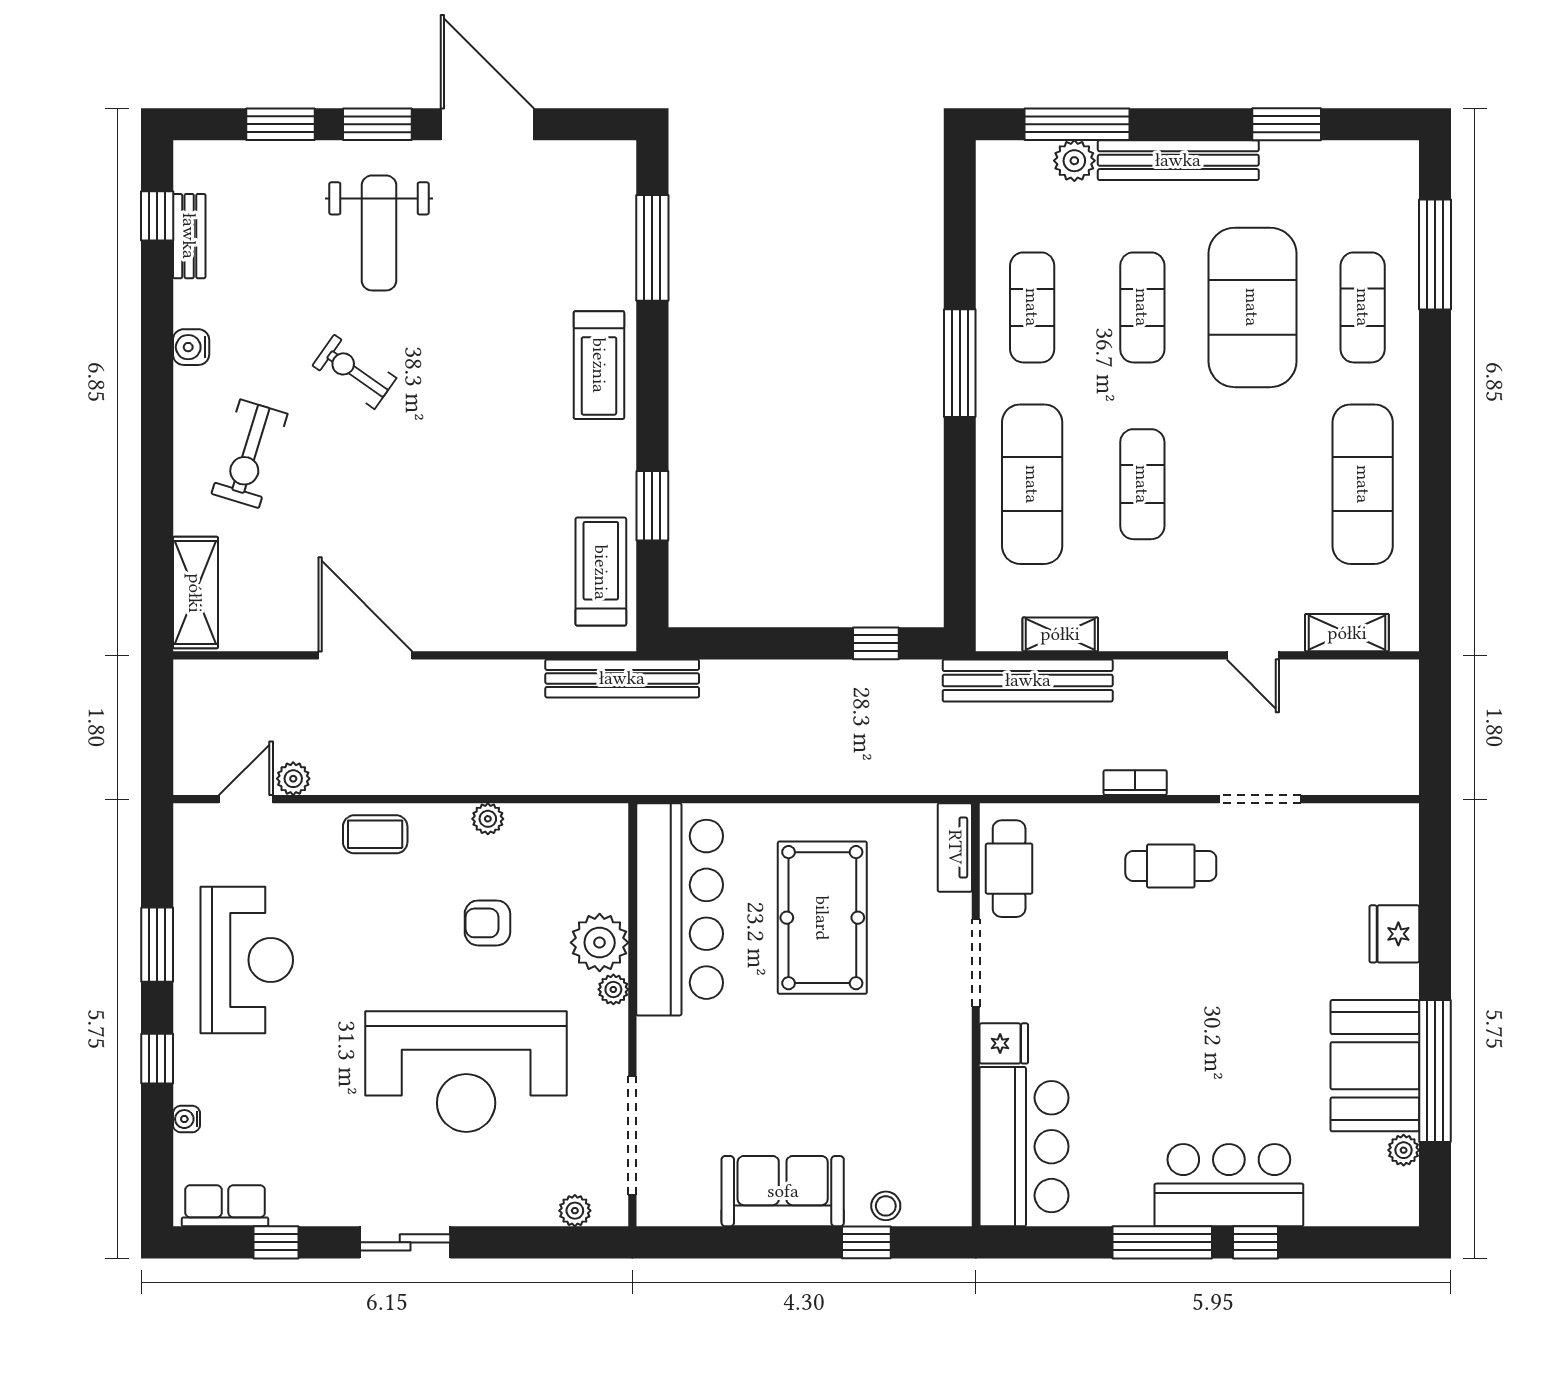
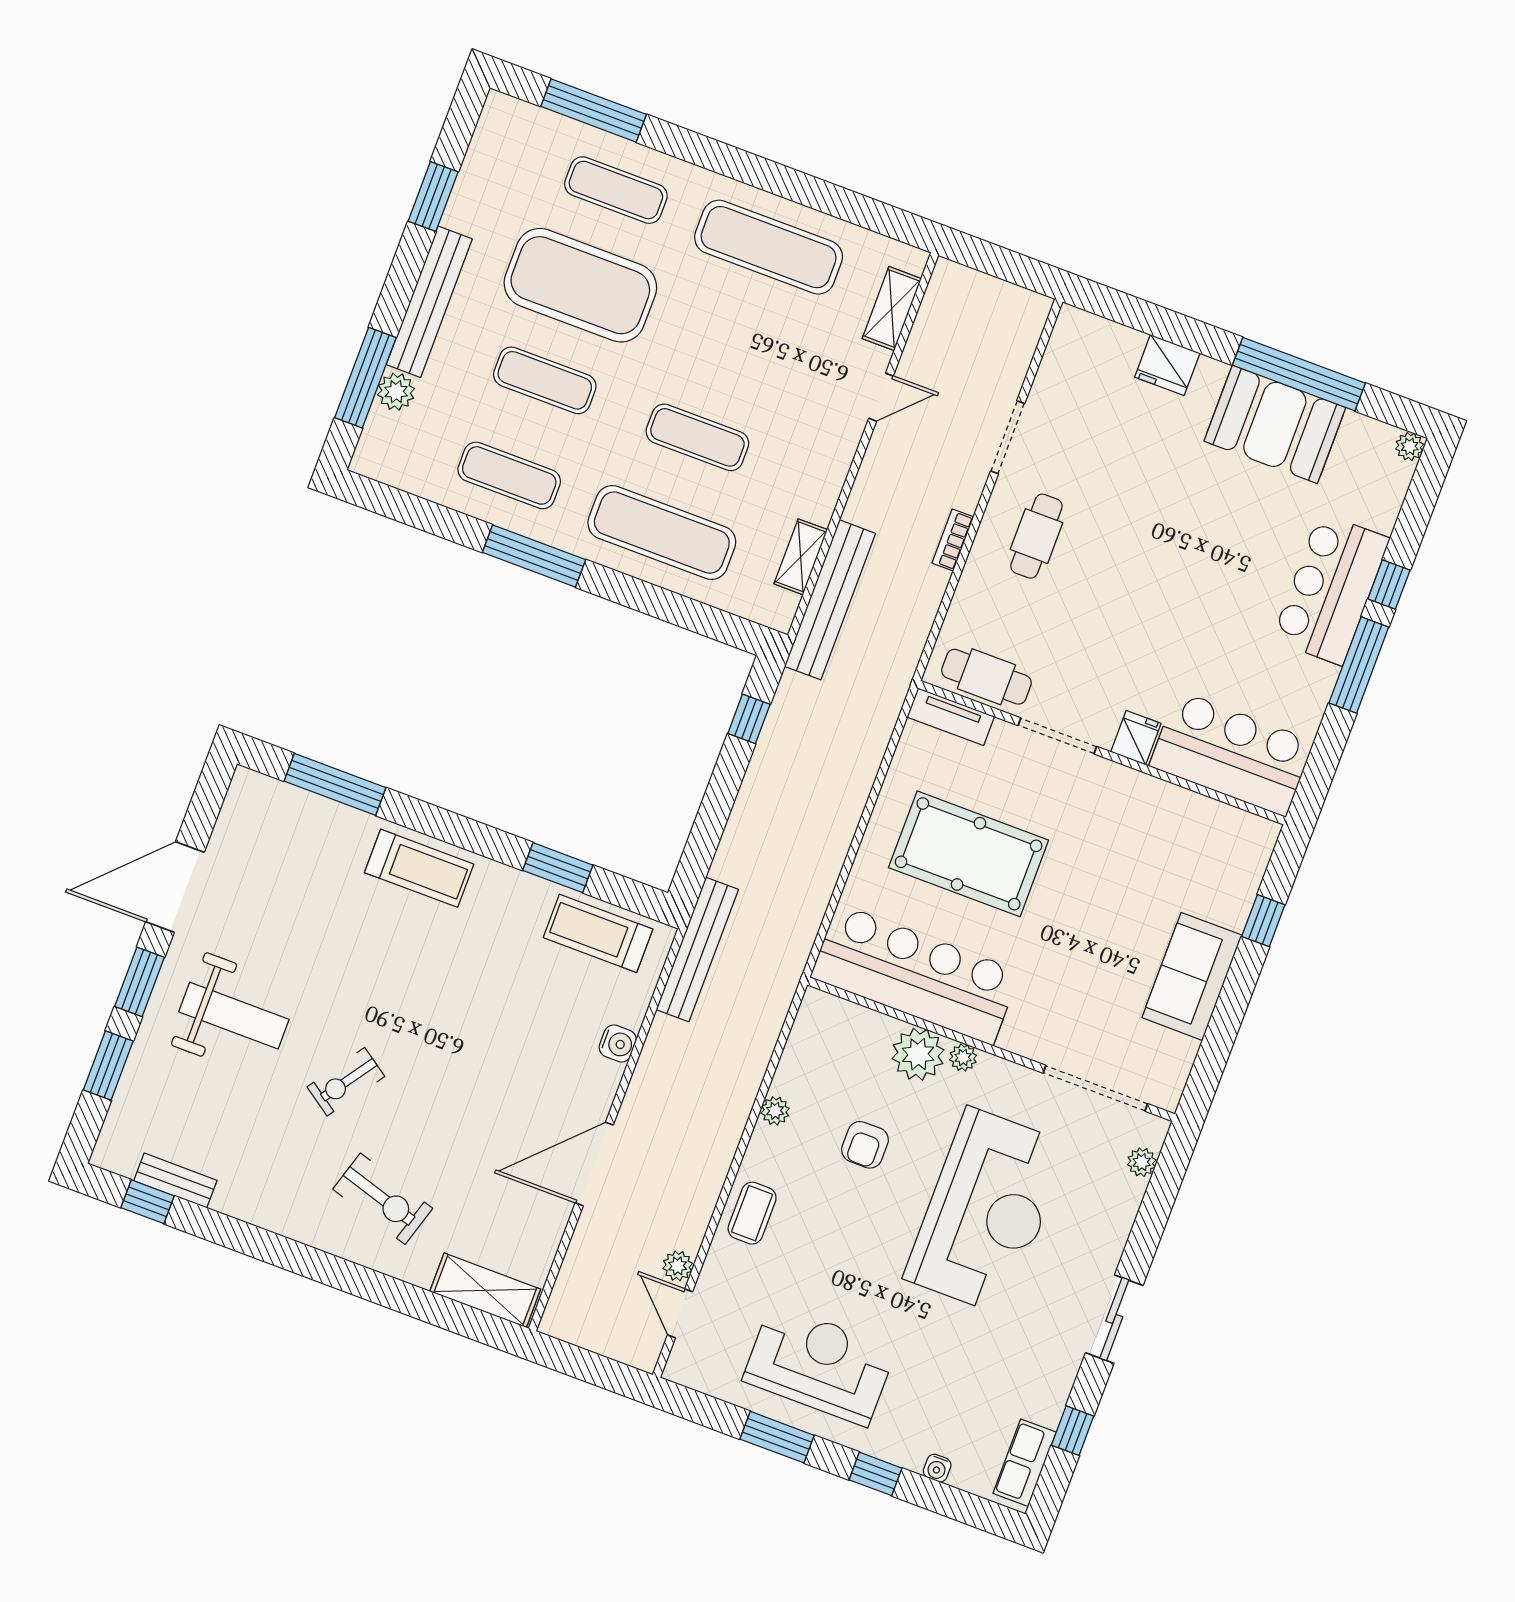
water cooler: (191, 347) -> (618, 1044), moved, turned -90
plant: (1404, 1150) -> (1410, 446), moved
stool: (886, 1206) -> (1238, 892), removed

